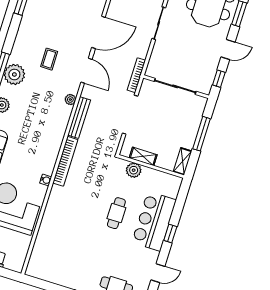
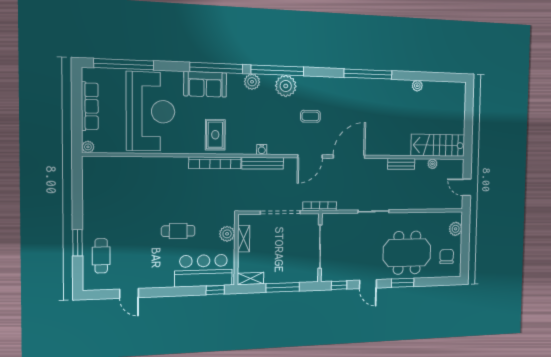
door: (98, 32) -> (349, 157), swing flipped
plant: (70, 100) -> (88, 147), moved
rug: (40, 153) -> (215, 135), added
water cooler: (46, 180) -> (262, 149), moved
bar counter: (154, 221) -> (204, 271), moved
window: (170, 233) -> (215, 290), moved

